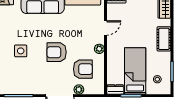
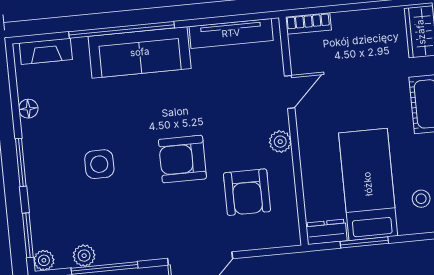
armchair: (83, 69) -> (247, 192), turned 90
plant: (79, 89) -> (84, 256), moved

